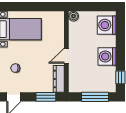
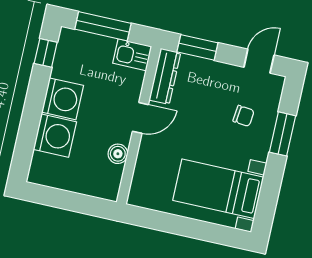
boiler: (73, 16) -> (118, 154), moved
washing machine: (107, 25) -> (55, 136), moved
kitchen sink: (77, 86) -> (132, 55), added

